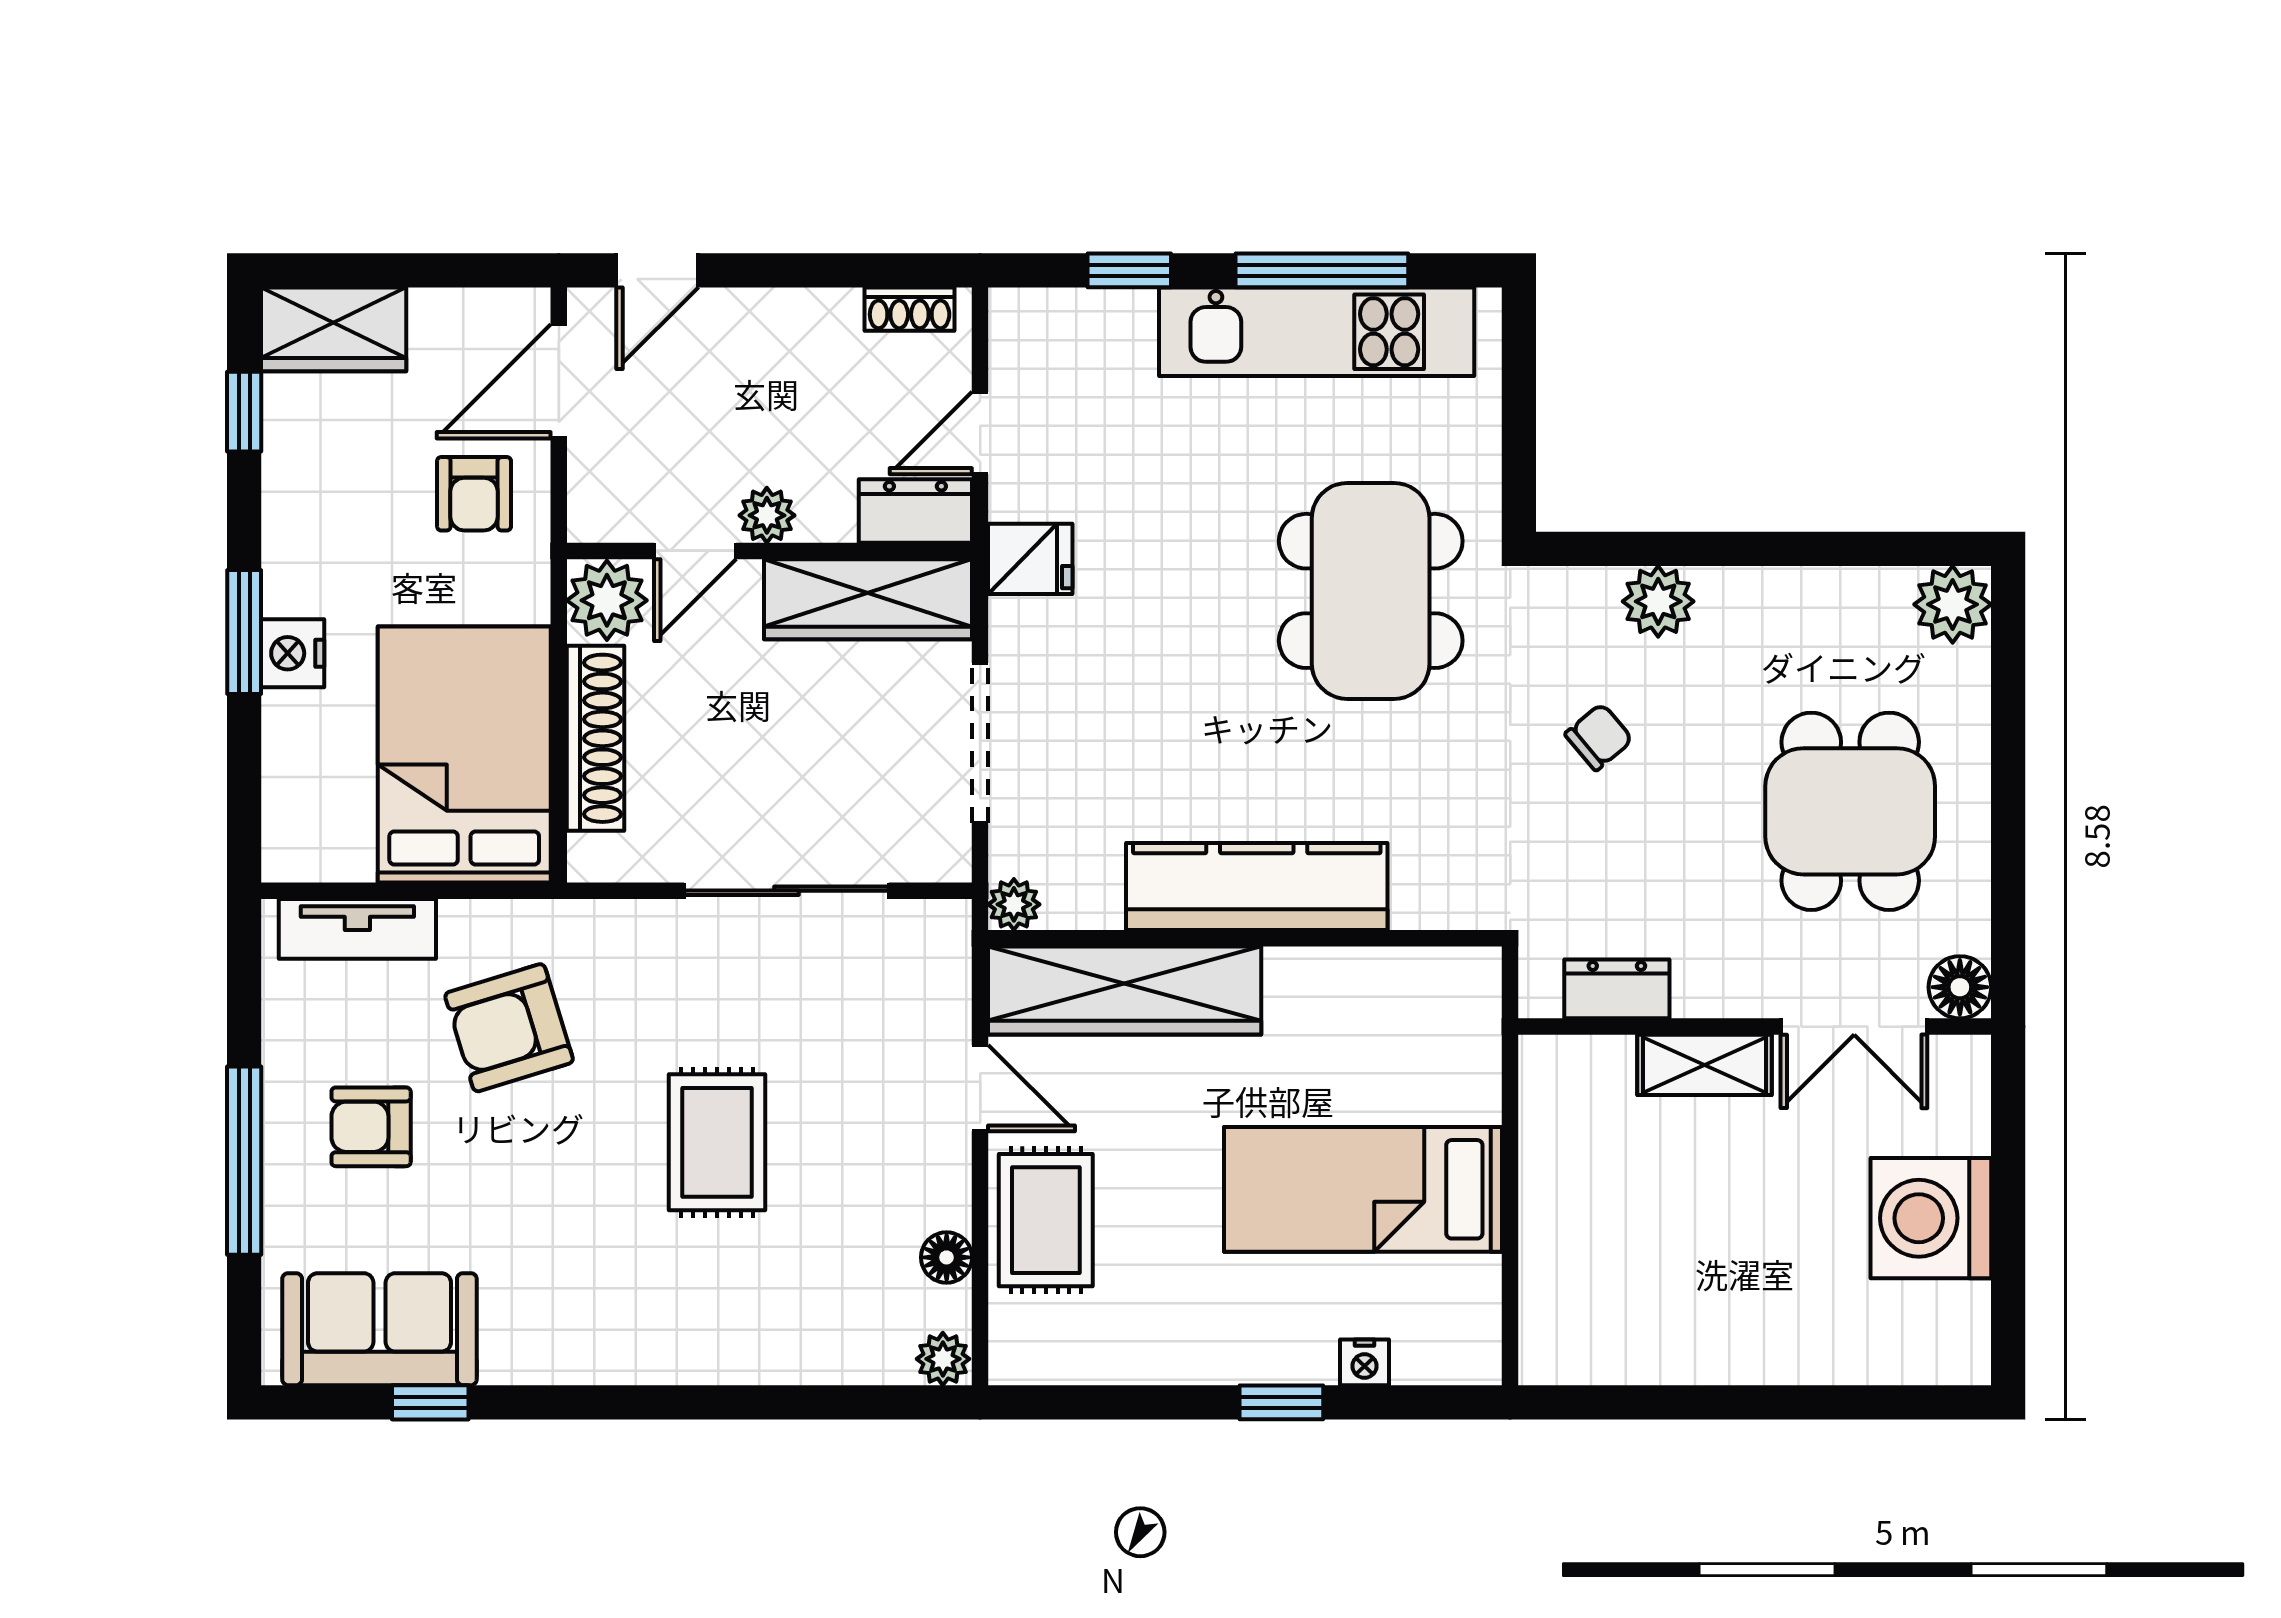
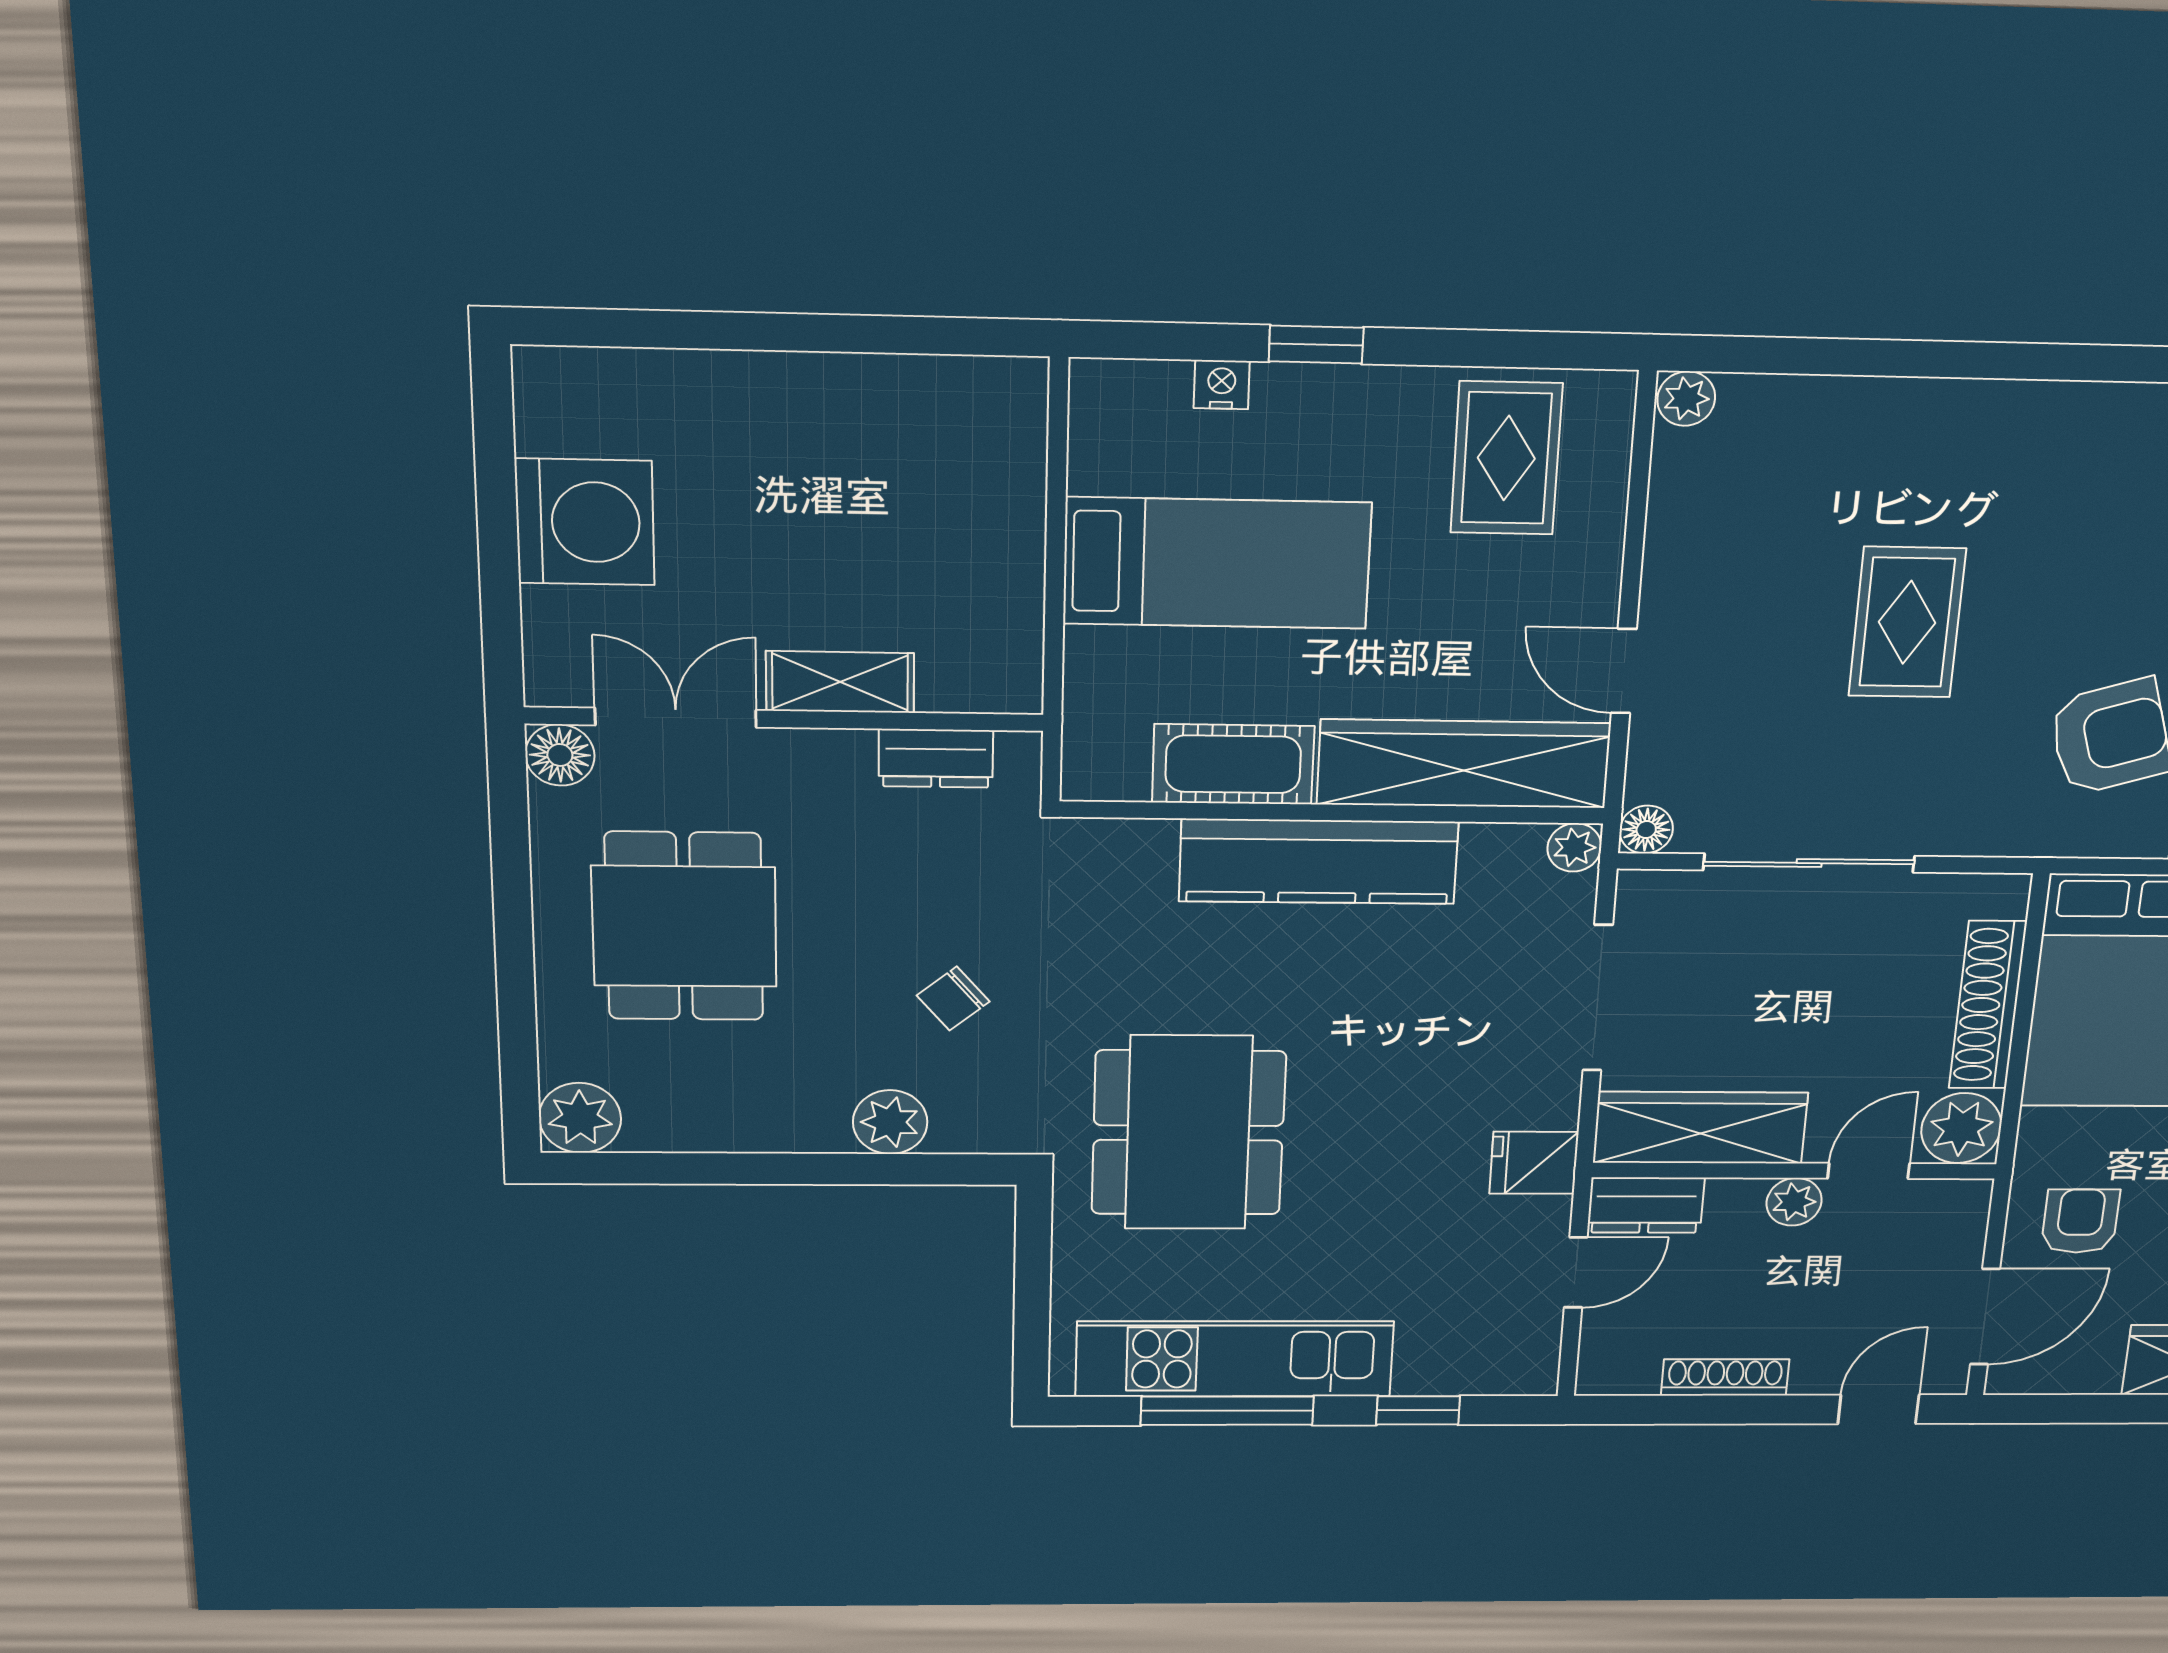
shoe rack: (910, 309) -> (1725, 1377), moved, width x1.43
cot: (1341, 987) -> (1233, 764), added
rug: (1046, 1220) -> (1506, 458), moved
floor lamp: (947, 1257) -> (1646, 830), moved

